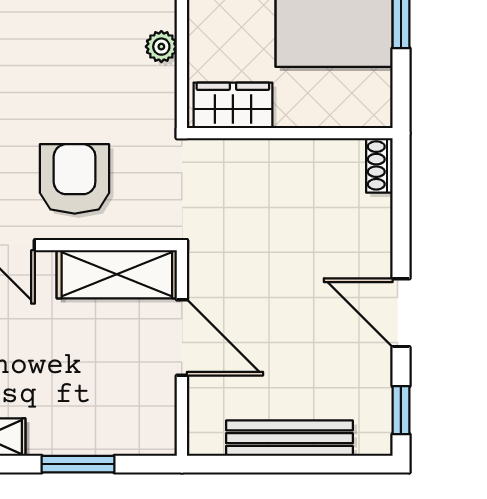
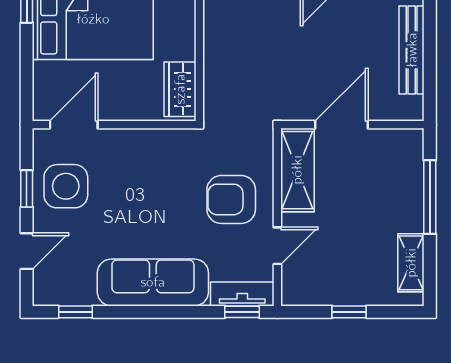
plant: (161, 47) -> (139, 139), removed
window: (78, 464) -> (430, 197), width x1.44

